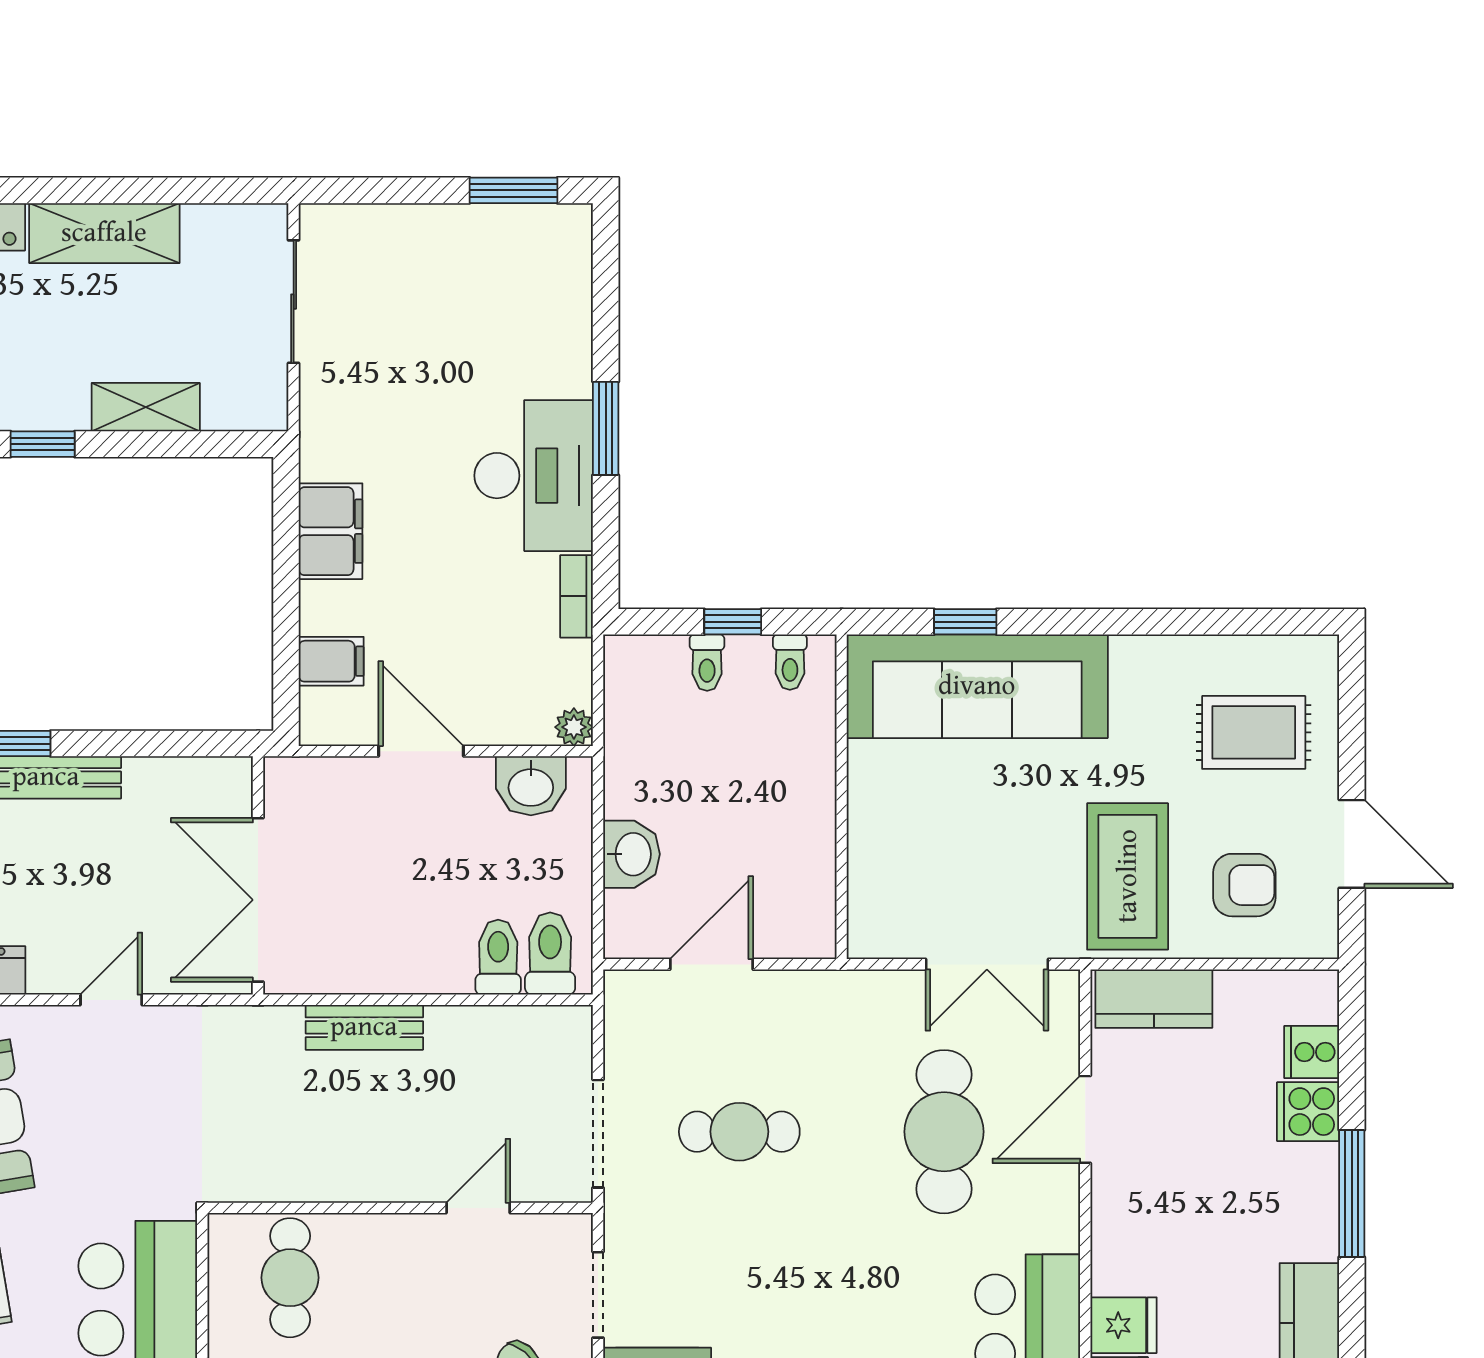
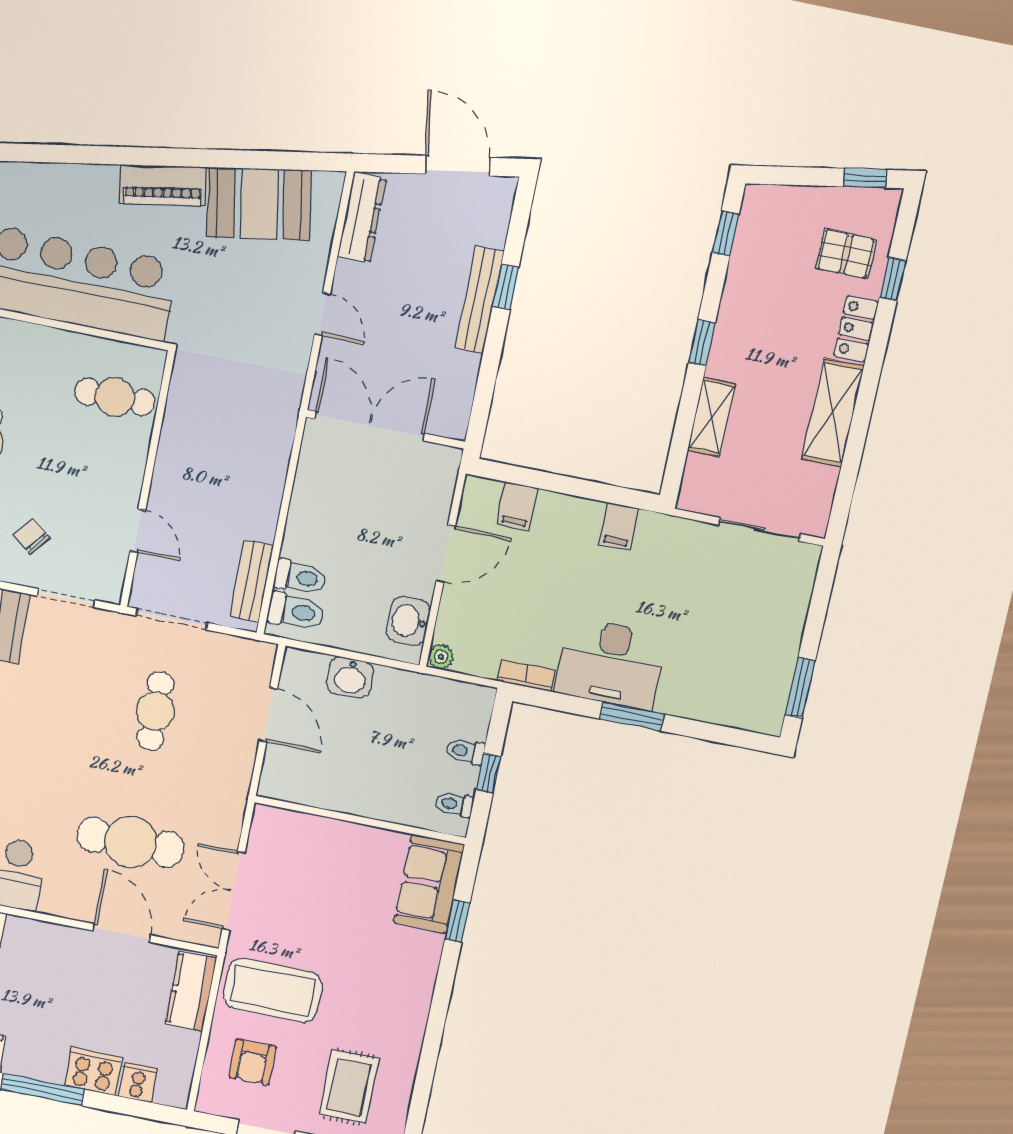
filing cabinet: (331, 531) -> (619, 526), width x0.50
sofa: (977, 686) -> (429, 884), width x0.54, depth x0.79
bench: (364, 1027) -> (251, 581), moved
cooker: (1308, 1112) -> (93, 1071), width x1.36

